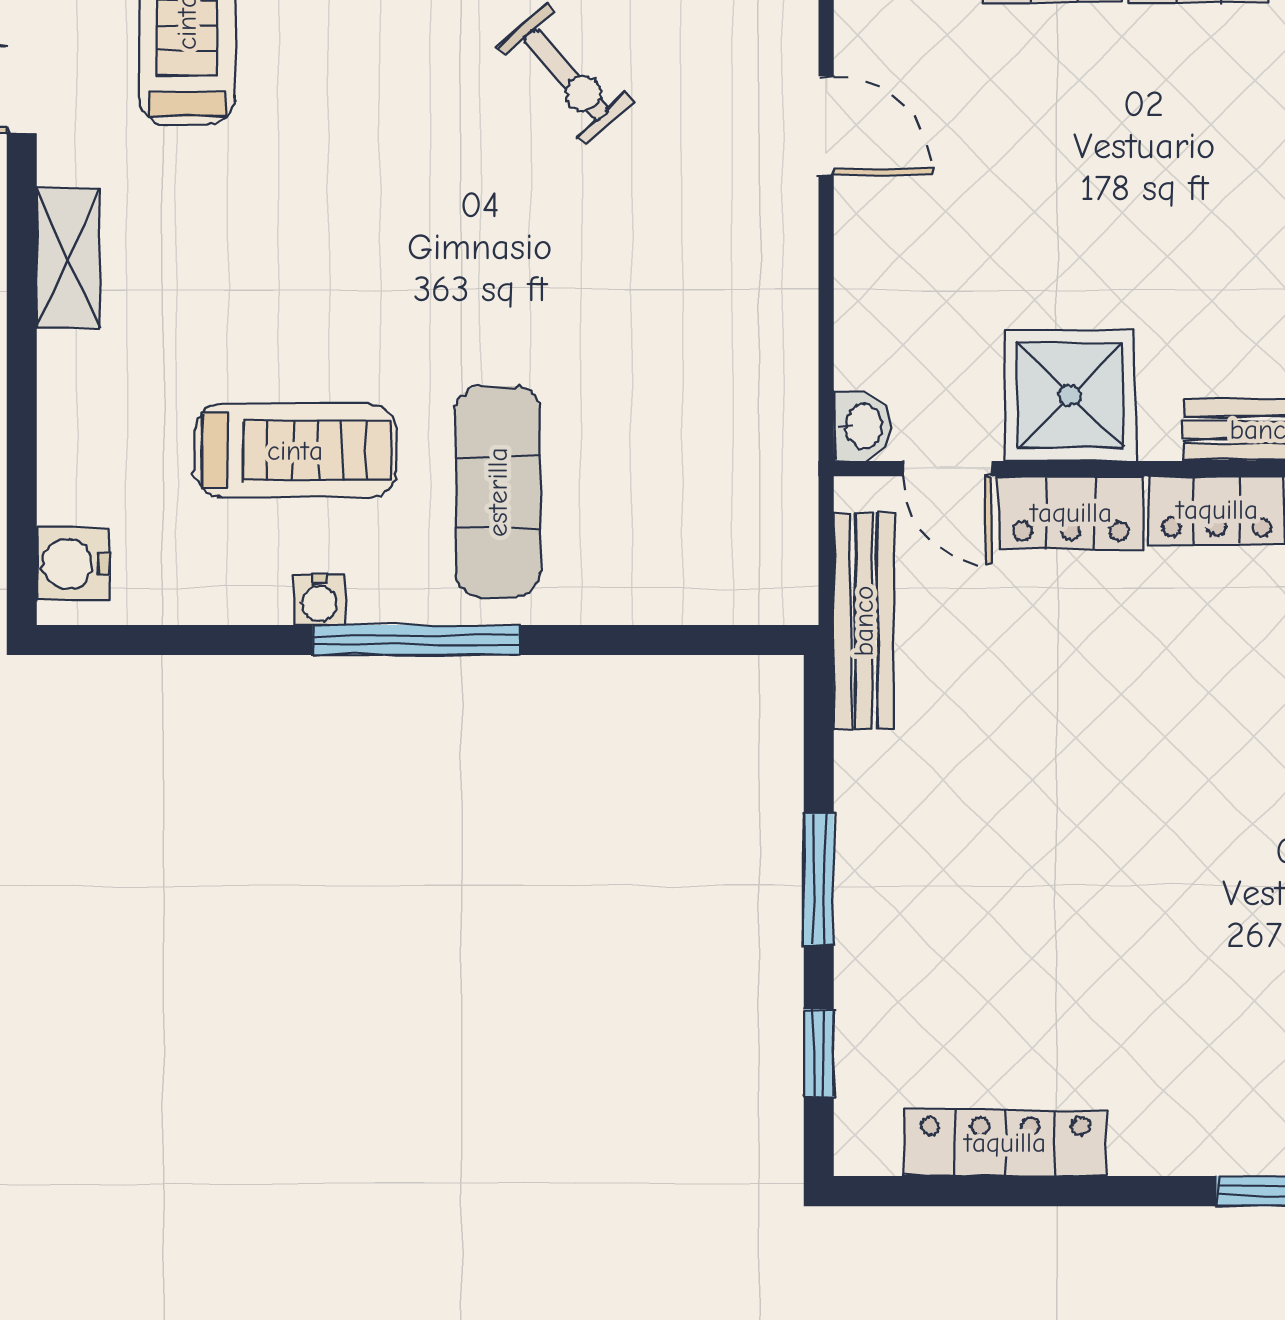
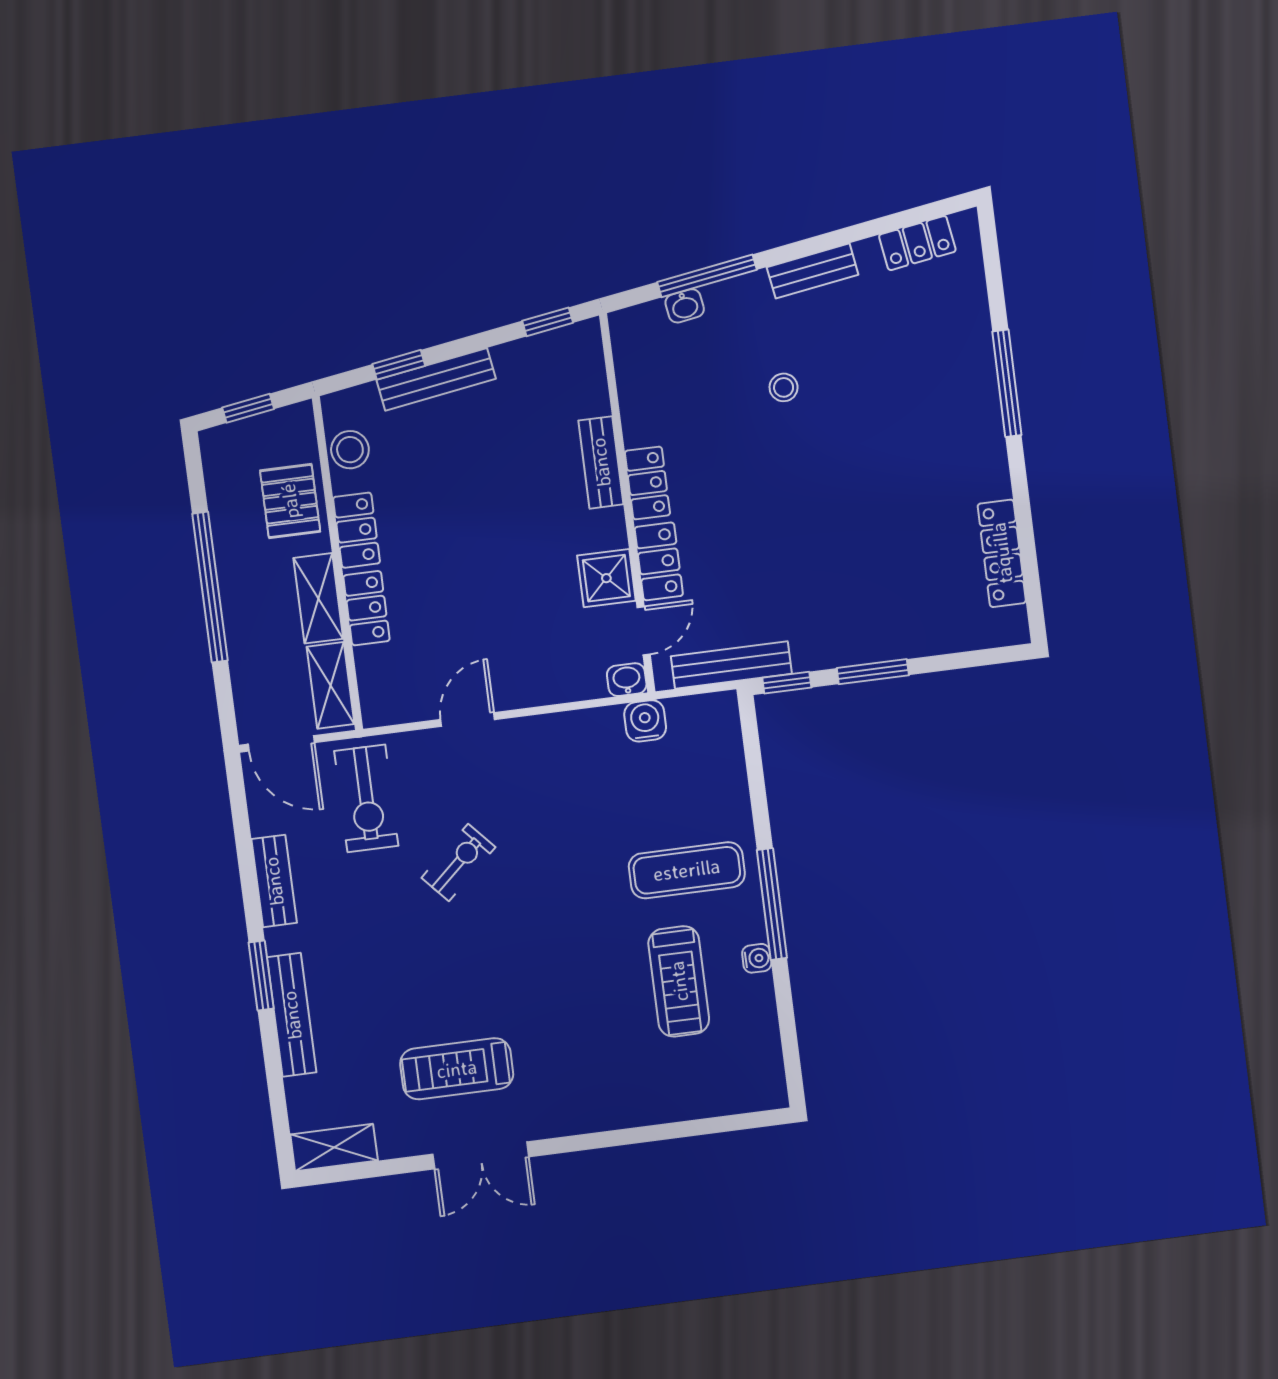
shelving: (68, 258) -> (591, 1116), removed
shower: (1070, 395) -> (606, 578), width x0.73, depth x0.73
treadmill: (295, 451) -> (679, 981), turned 180
water cooler: (73, 564) -> (645, 721), moved, turned 180
window: (819, 1053) -> (787, 683), moved

